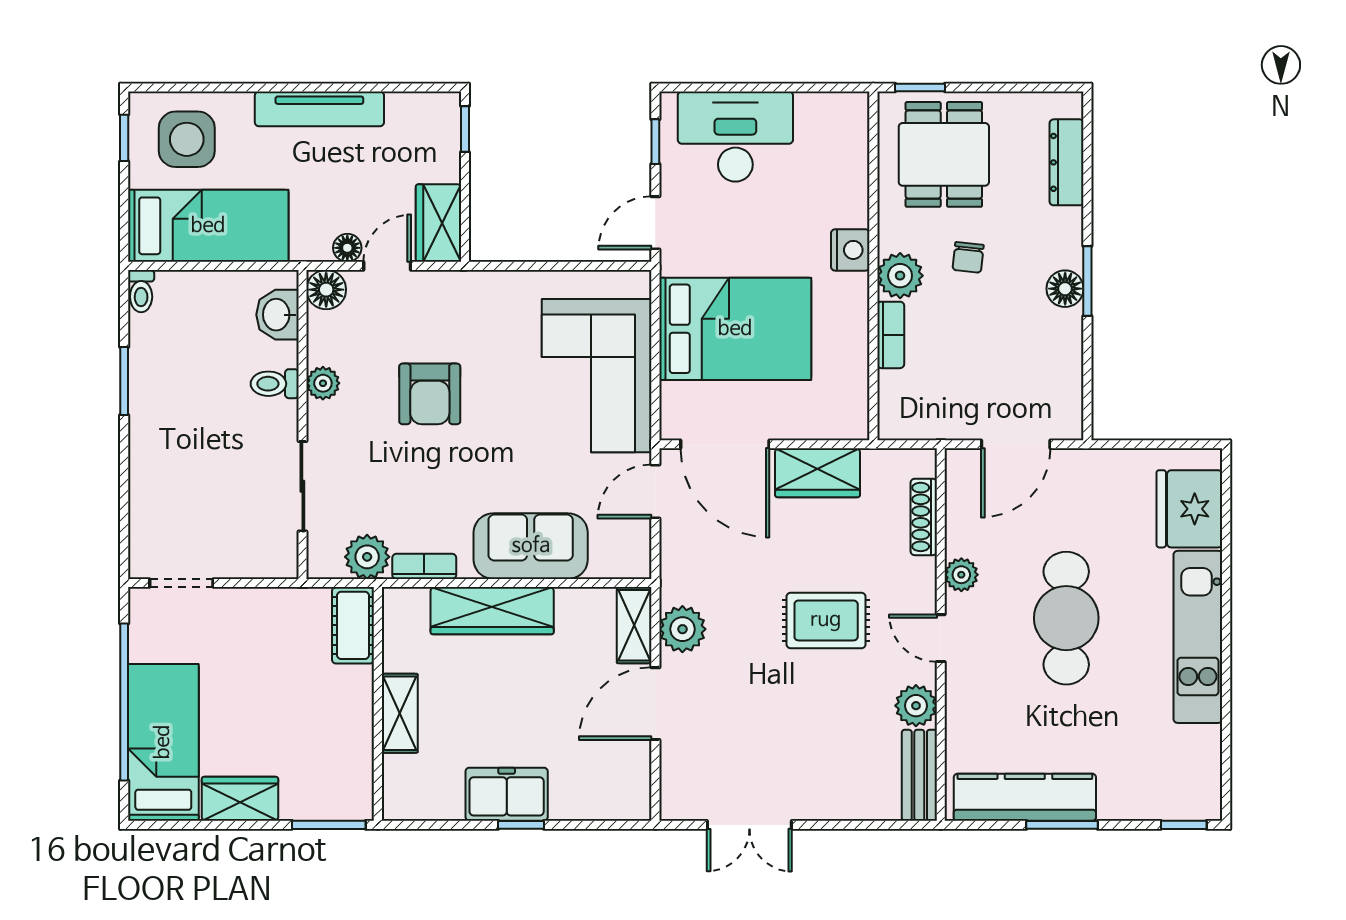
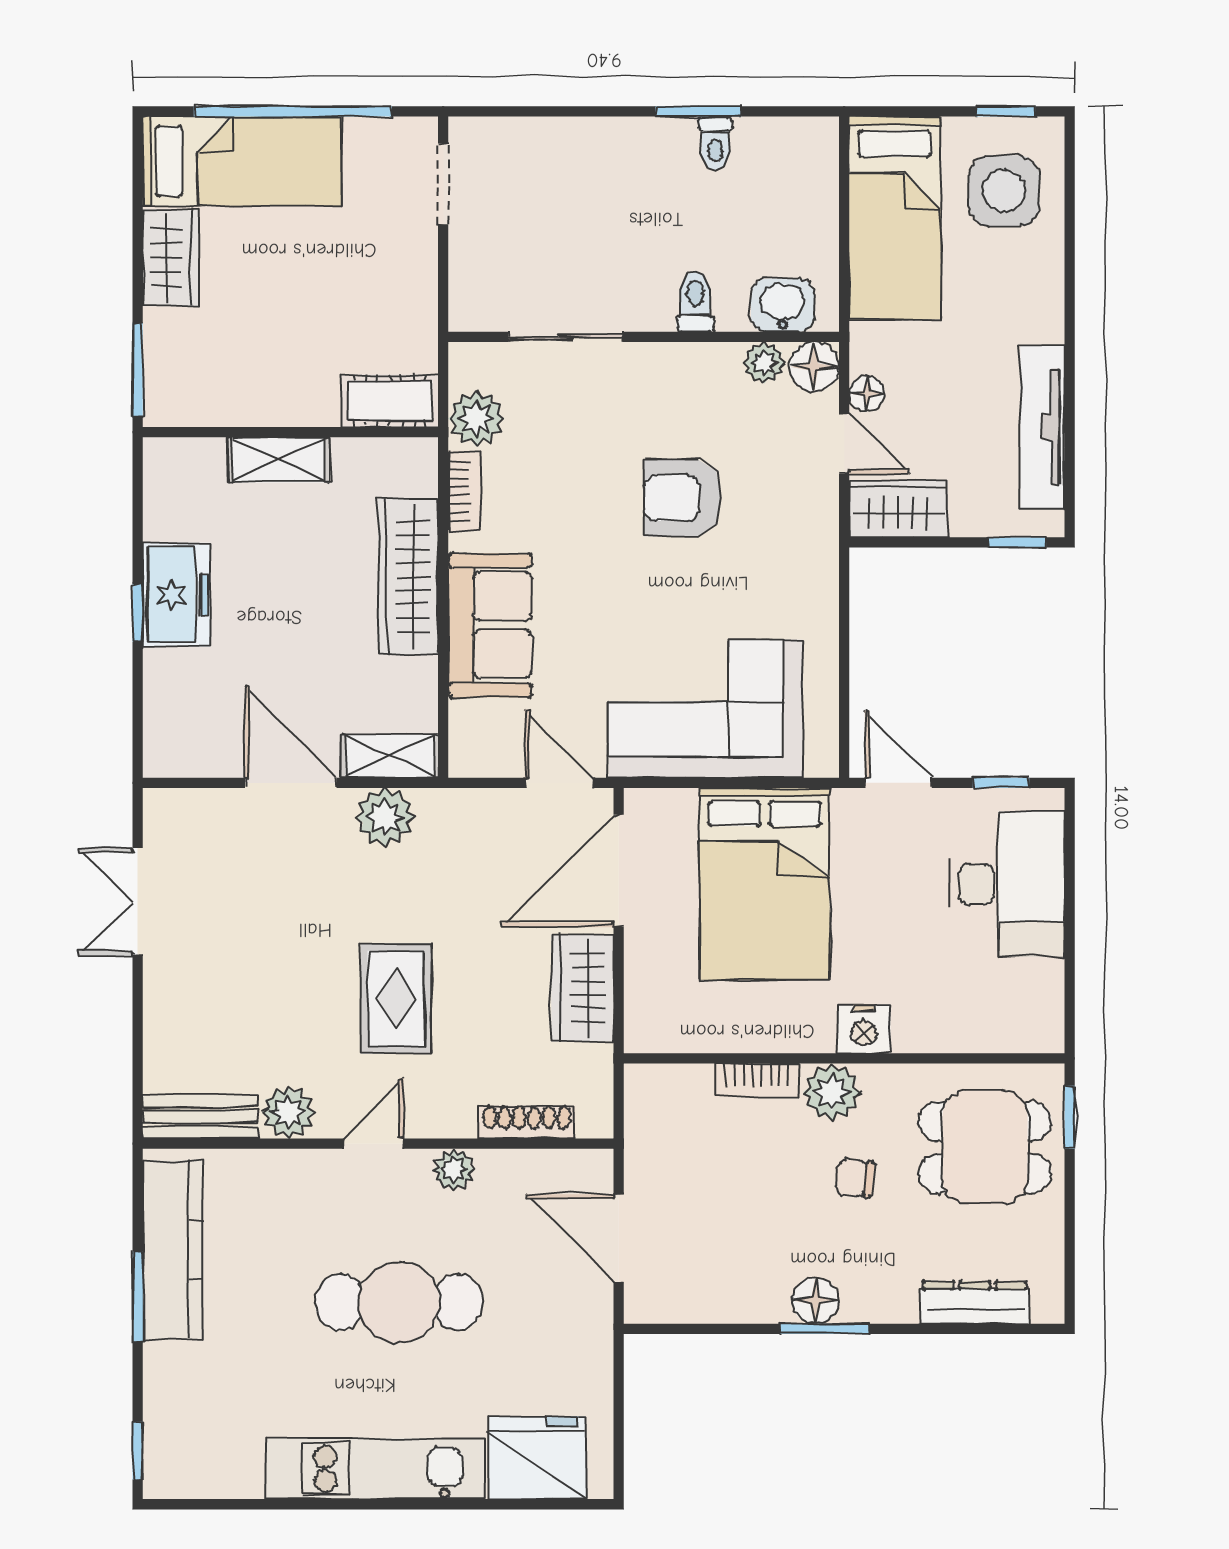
tv unit: (319, 109) -> (1042, 427), moved
toilet: (141, 291) -> (715, 143), moved, turned -90
plant: (323, 383) -> (764, 363), moved

